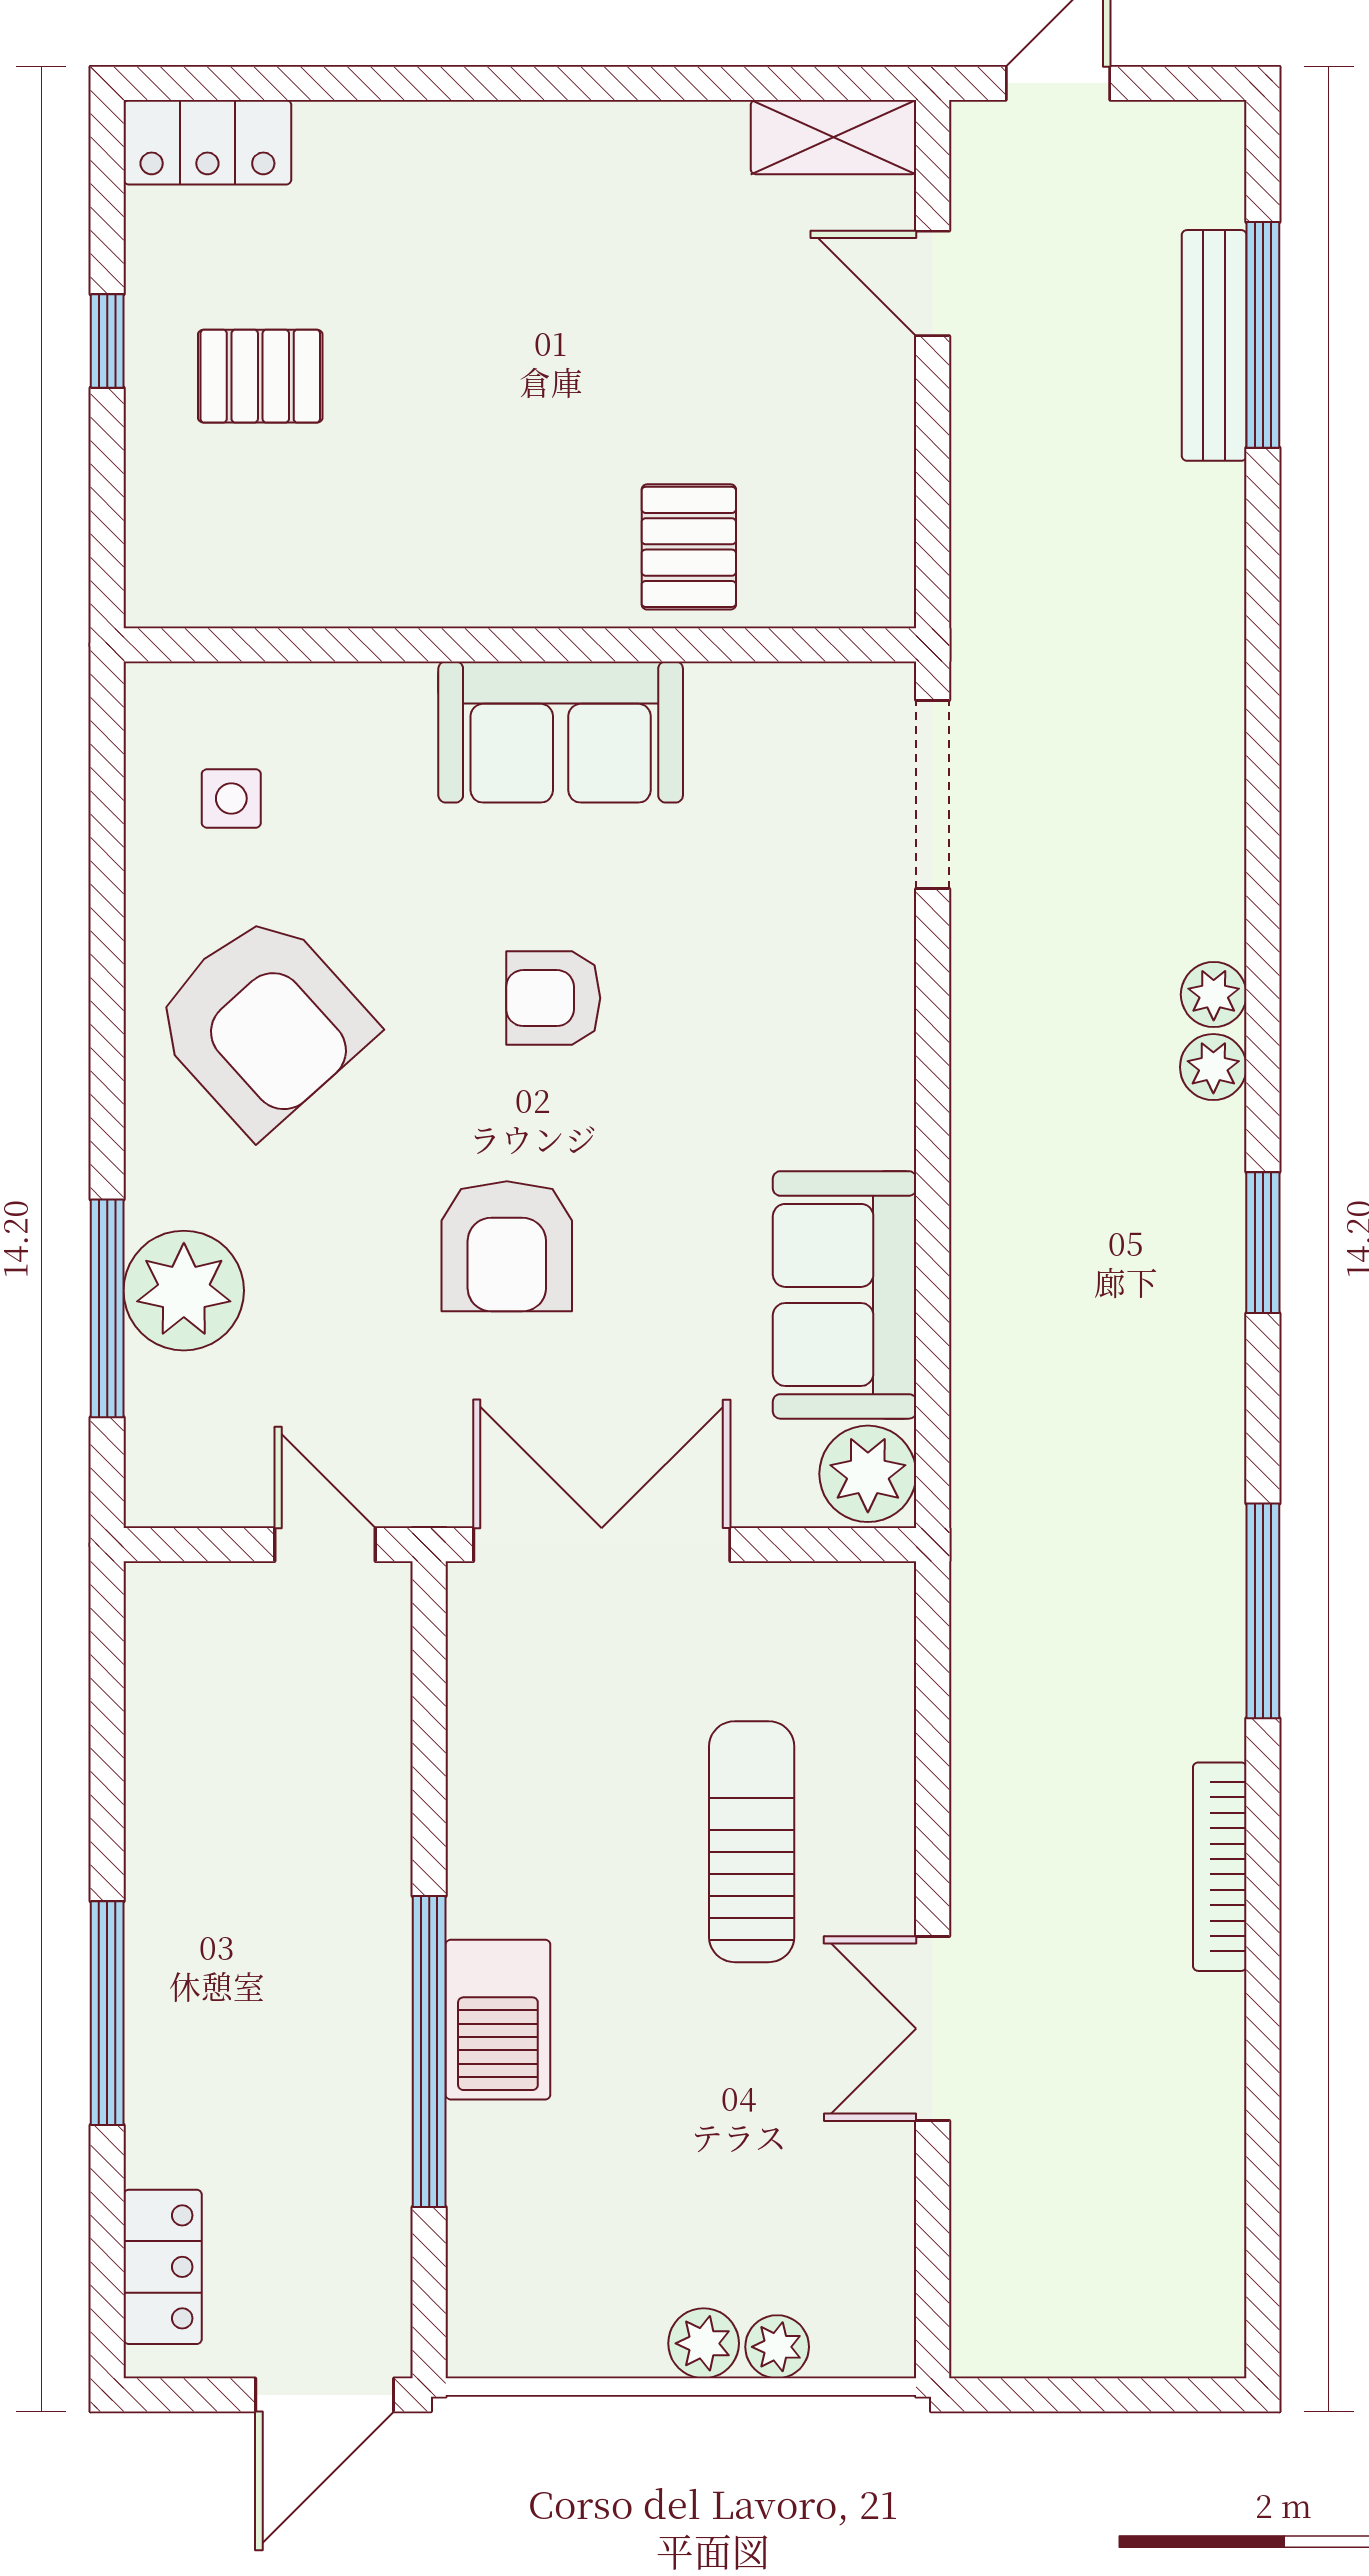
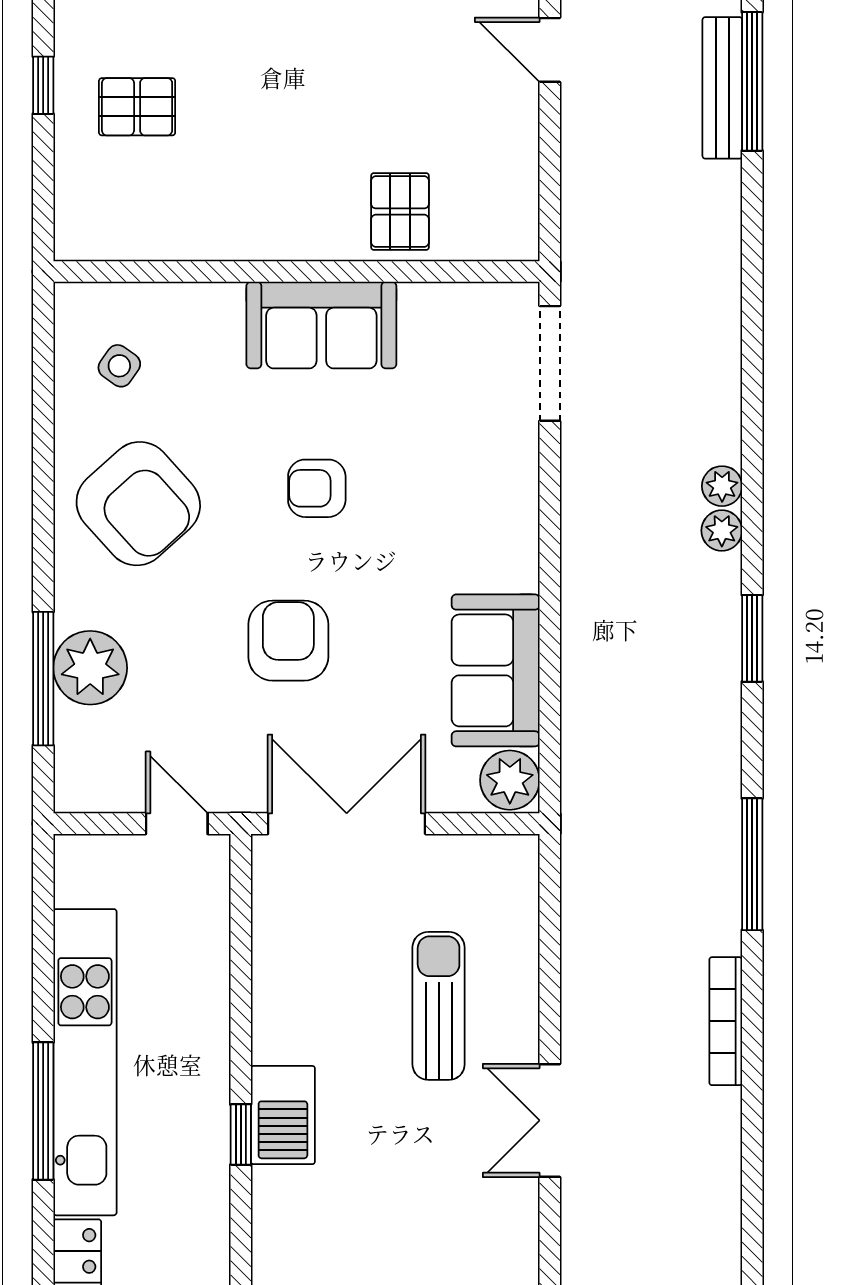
side table: (231, 798) -> (119, 366), turned 35
armchair: (507, 1246) -> (288, 641), turned 180
kitchen unit: (175, 1933) -> (85, 1062), added
window: (429, 2051) -> (241, 1135), width x0.32

